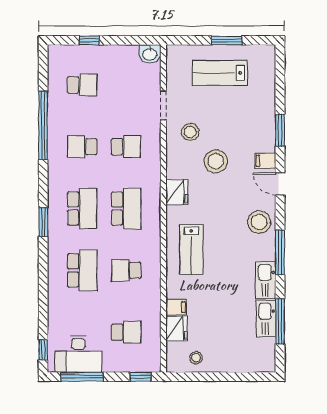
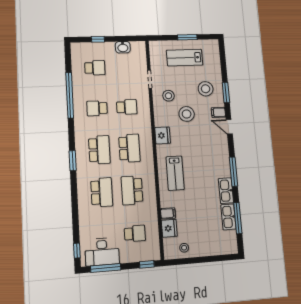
washbasin: (150, 54) -> (123, 47), moved
stool: (259, 222) -> (206, 89), moved
school desk: (126, 270) -> (132, 190), width x1.85

